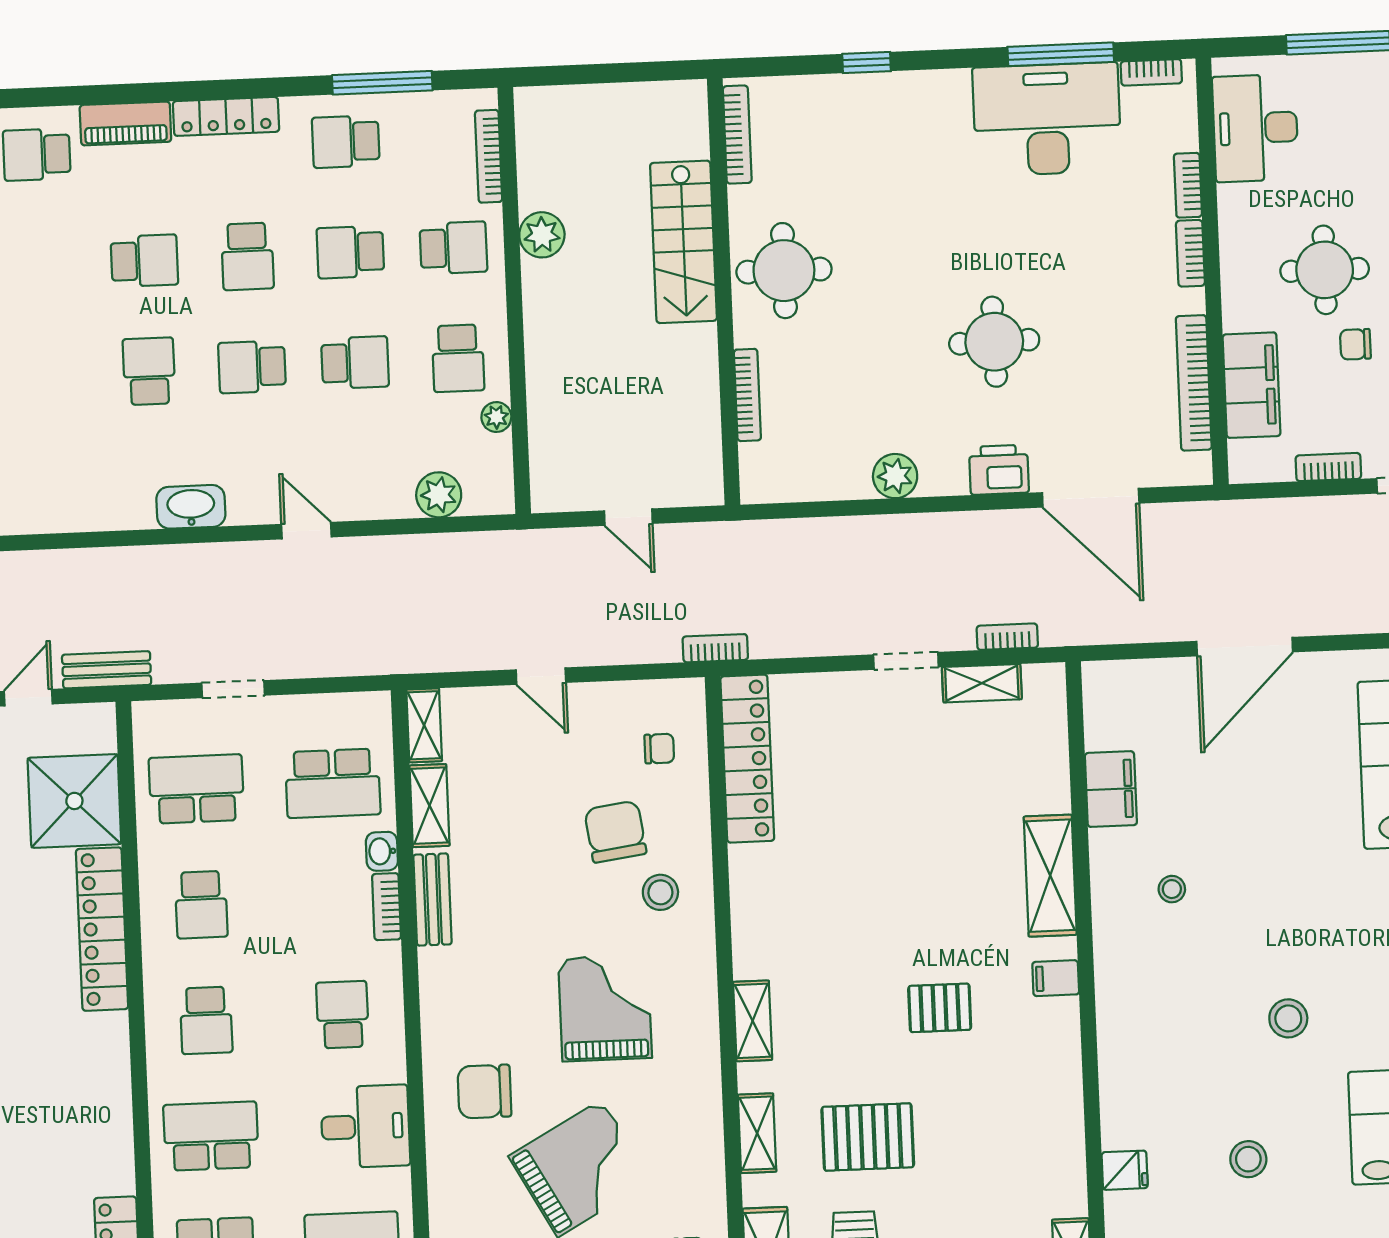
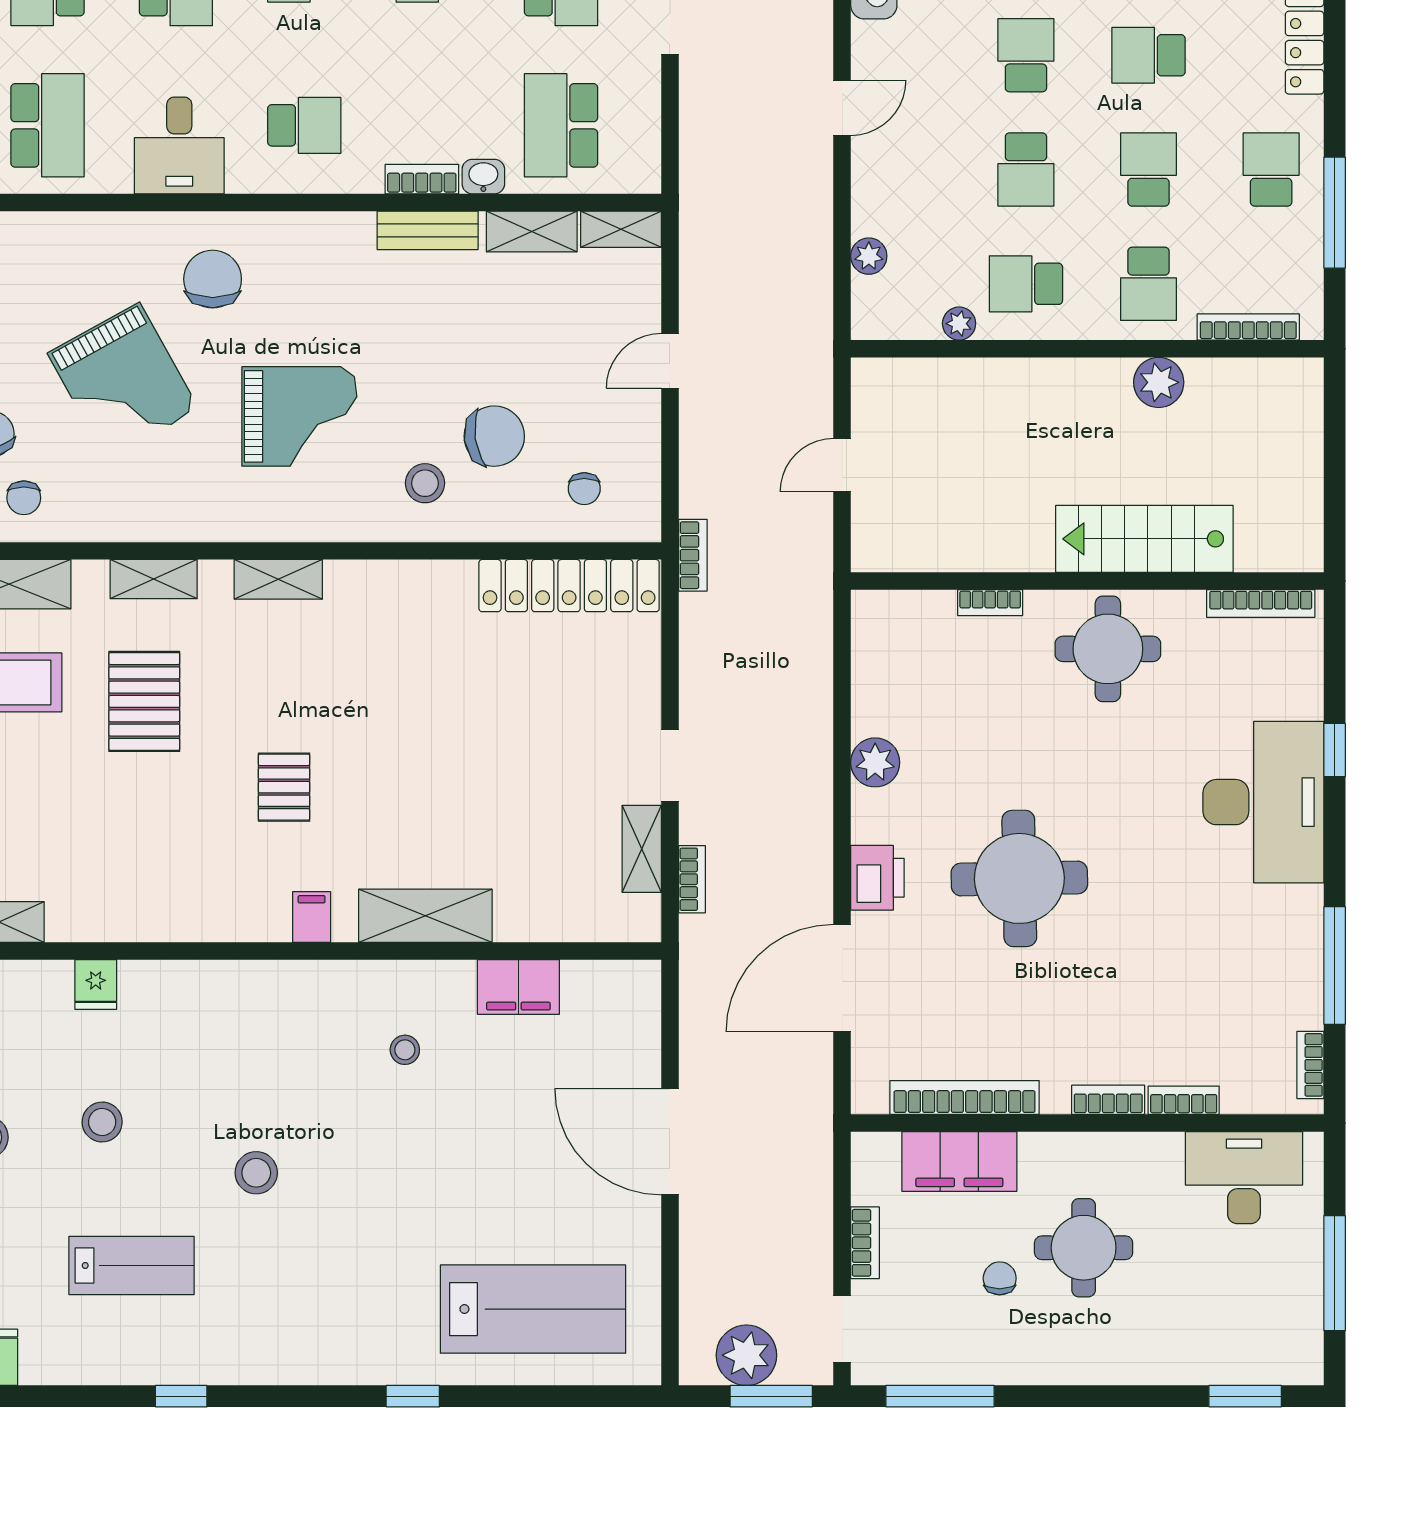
desk: (1047, 119) -> (1263, 802), moved
round table: (994, 342) -> (1019, 878), width x1.36, depth x1.36
bookcase: (747, 395) -> (990, 603), width x0.64
plant: (439, 495) -> (869, 256), width x0.73, depth x0.73

